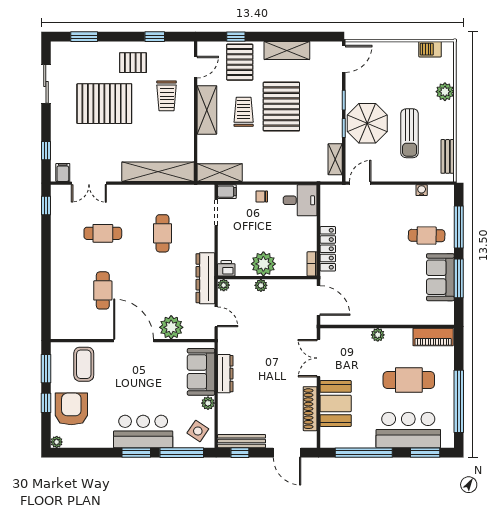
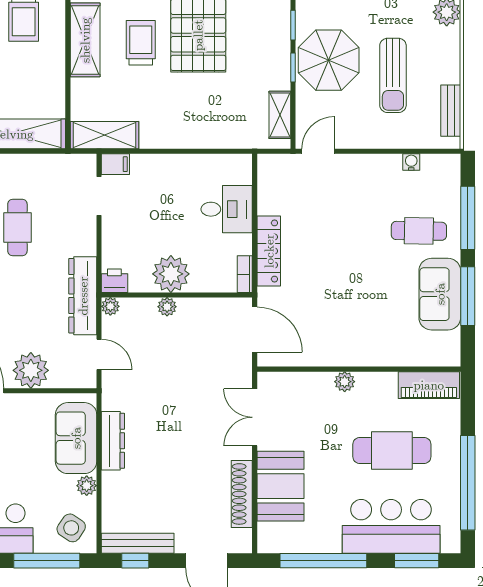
chair: (262, 196) -> (168, 171), removed
desk: (300, 200) -> (227, 209), moved

